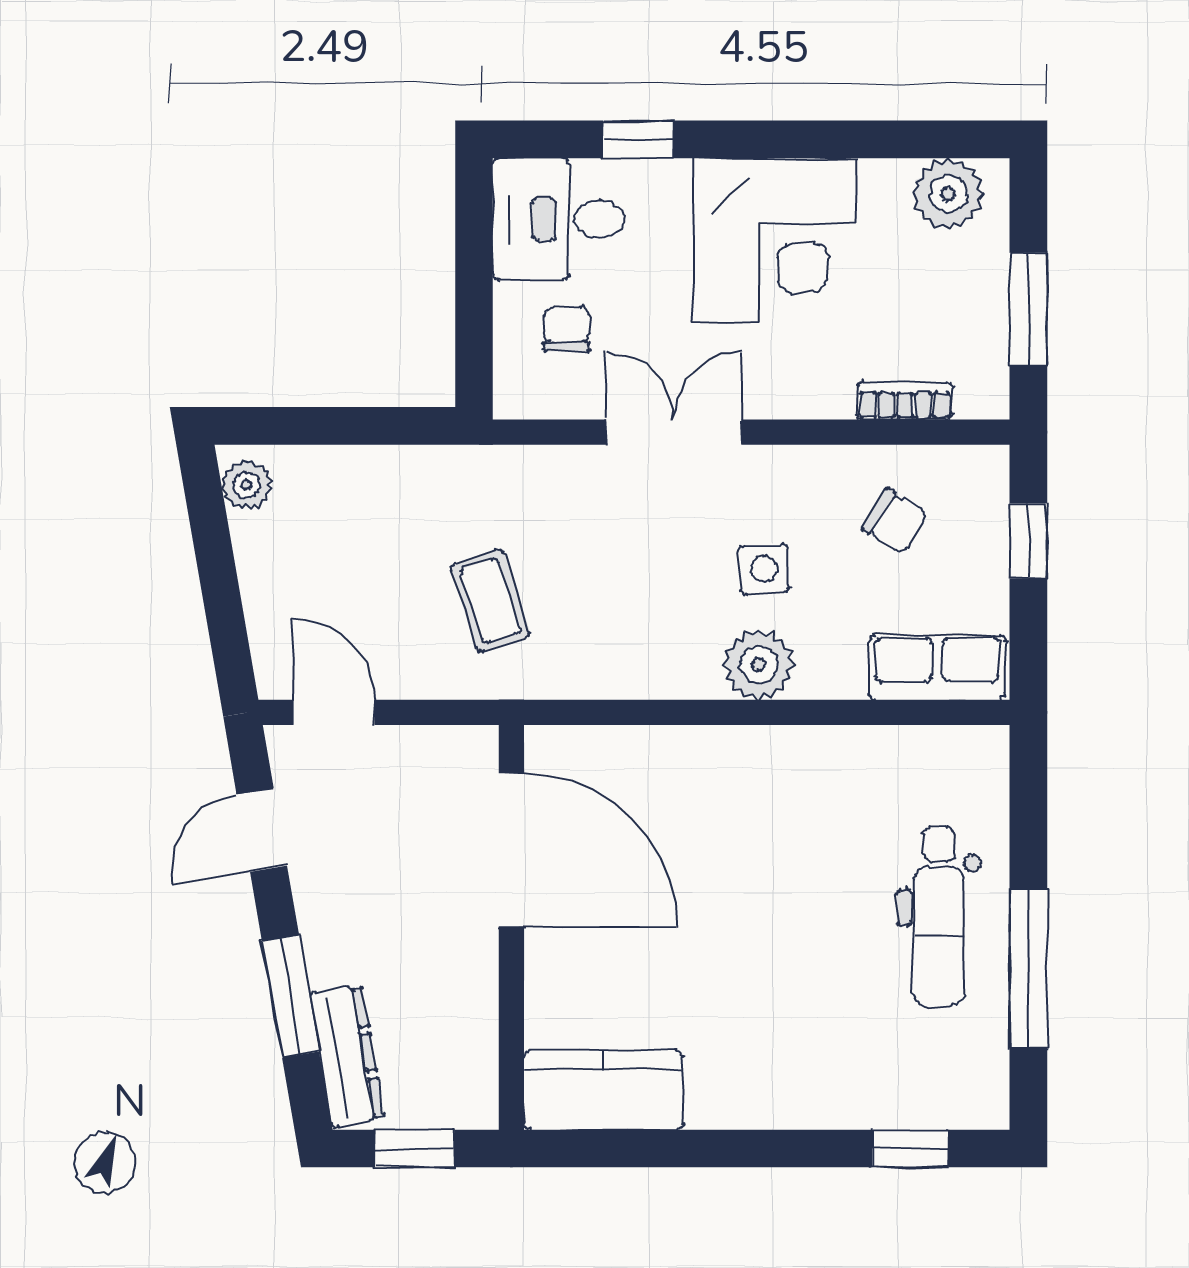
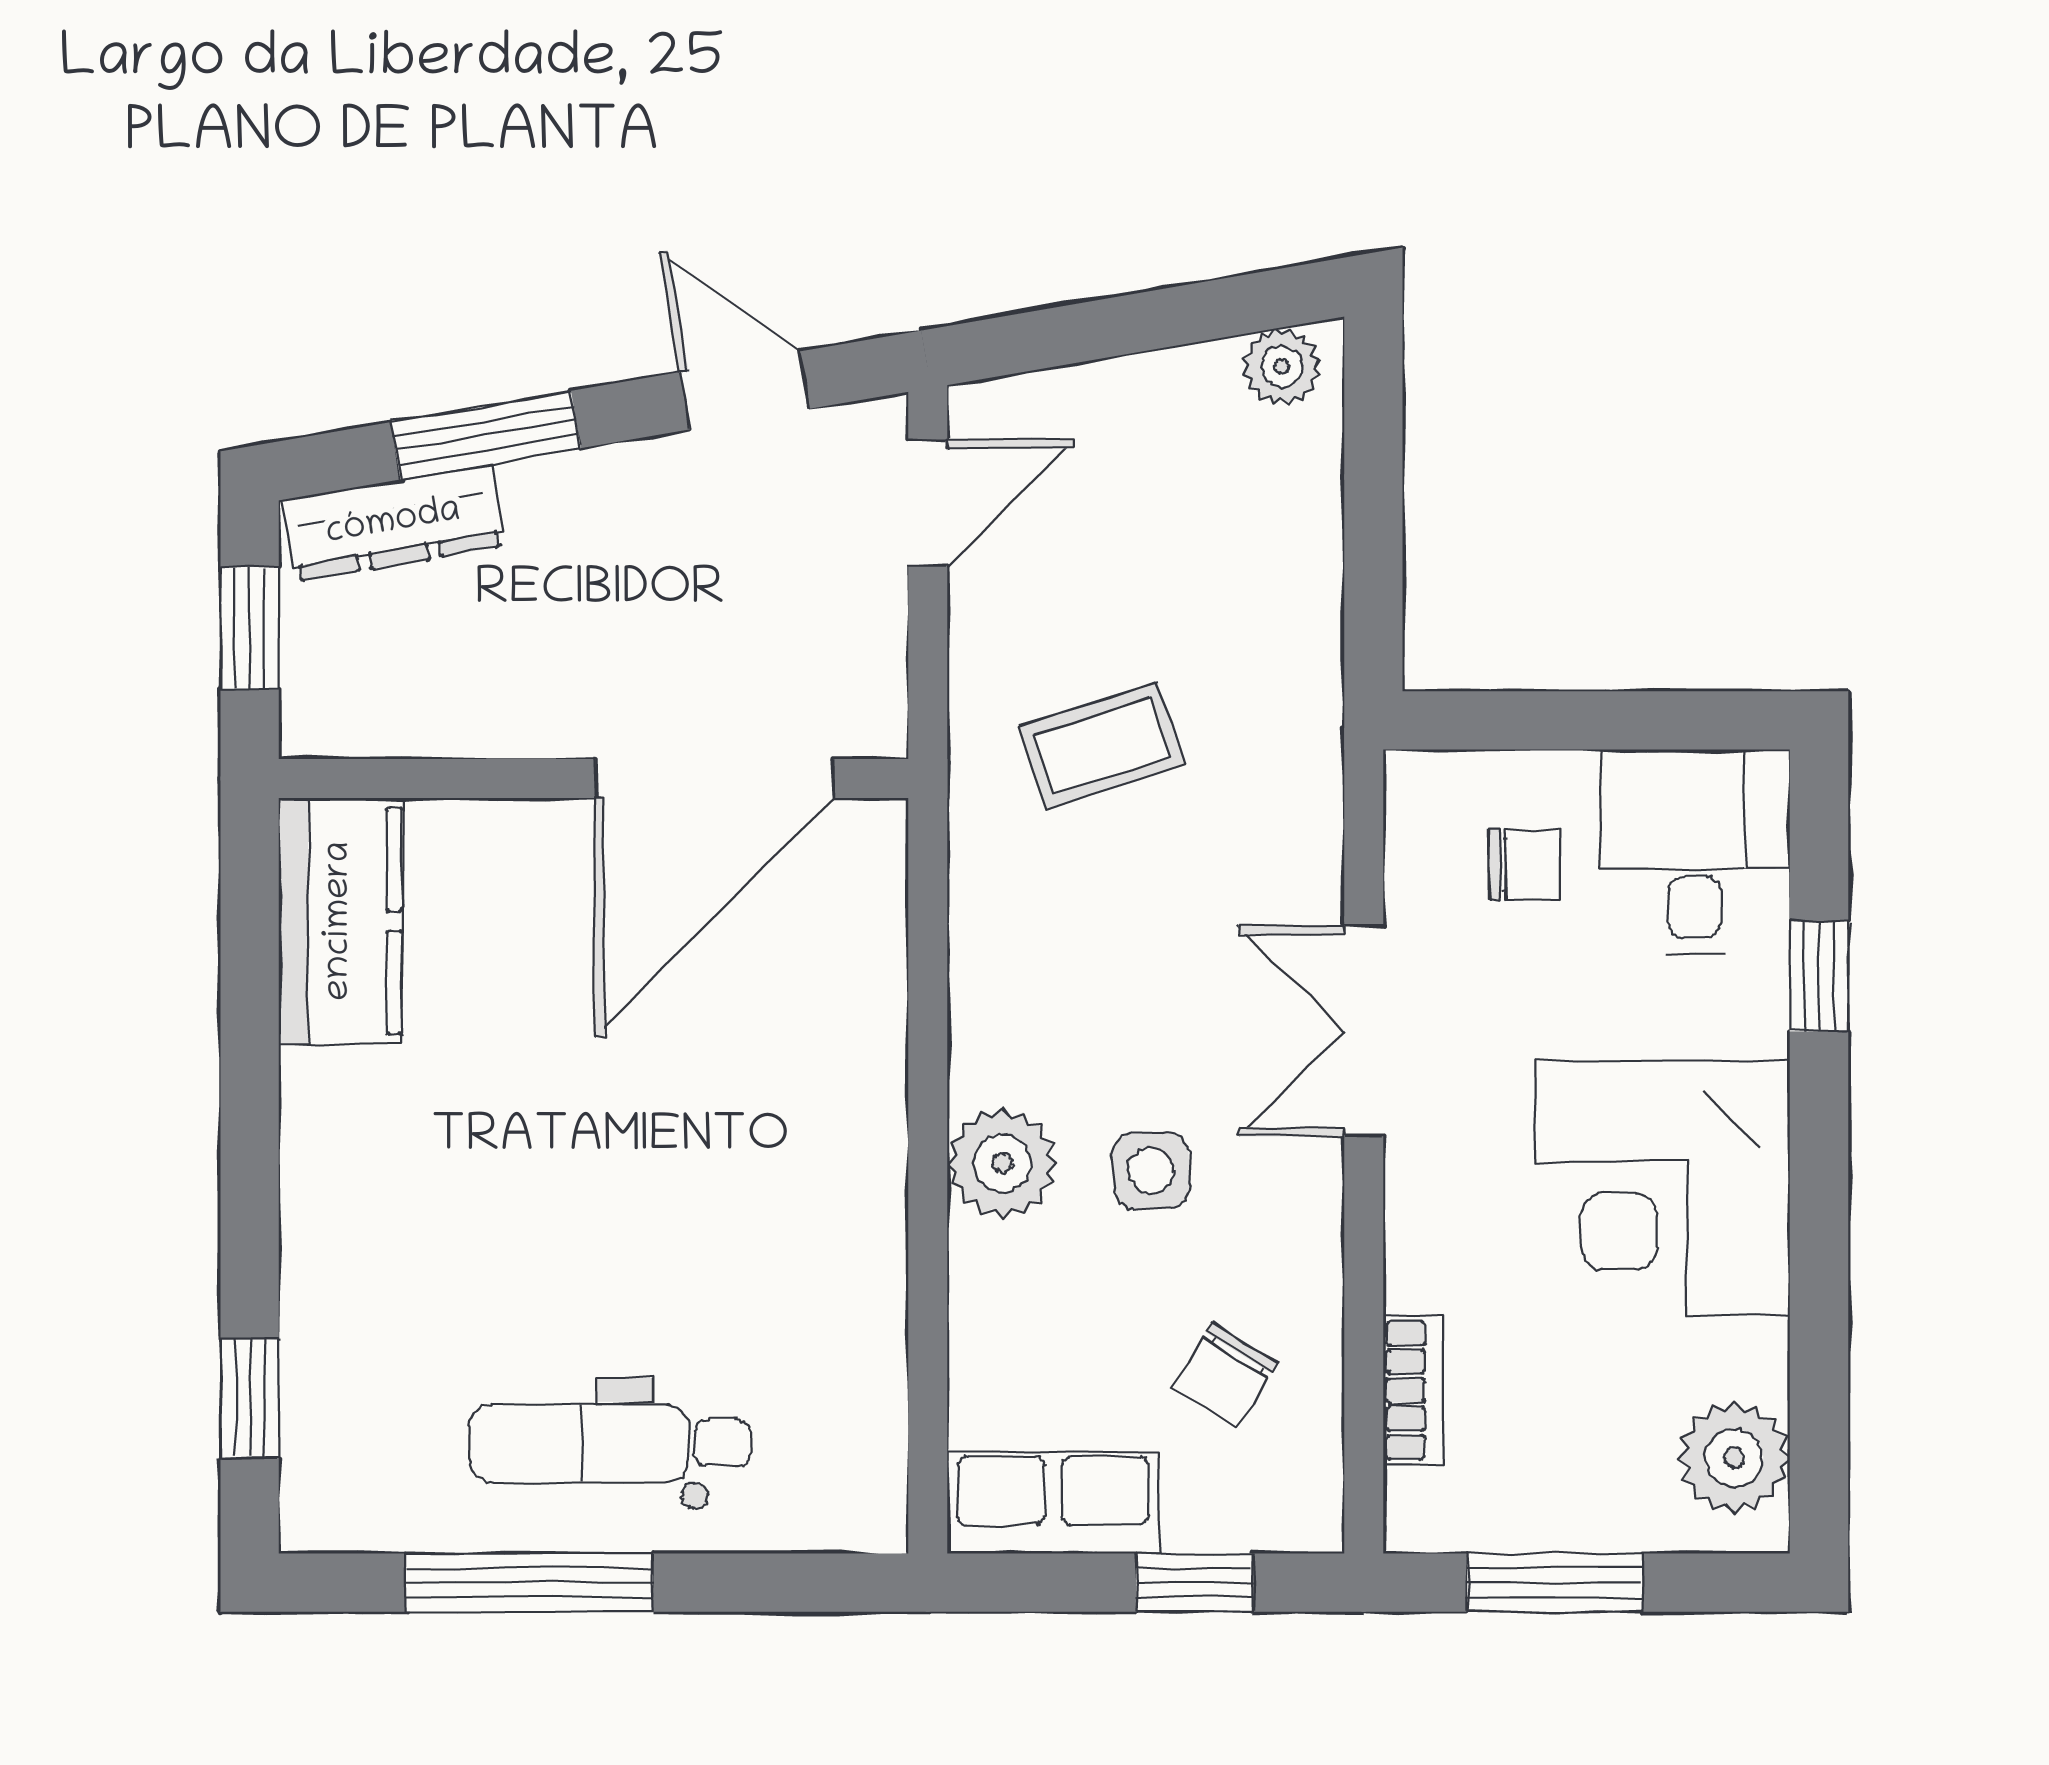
double door: (674, 432) -> (1364, 1031), swing flipped
row of seats: (937, 667) -> (1053, 1503), moved, turned -90

